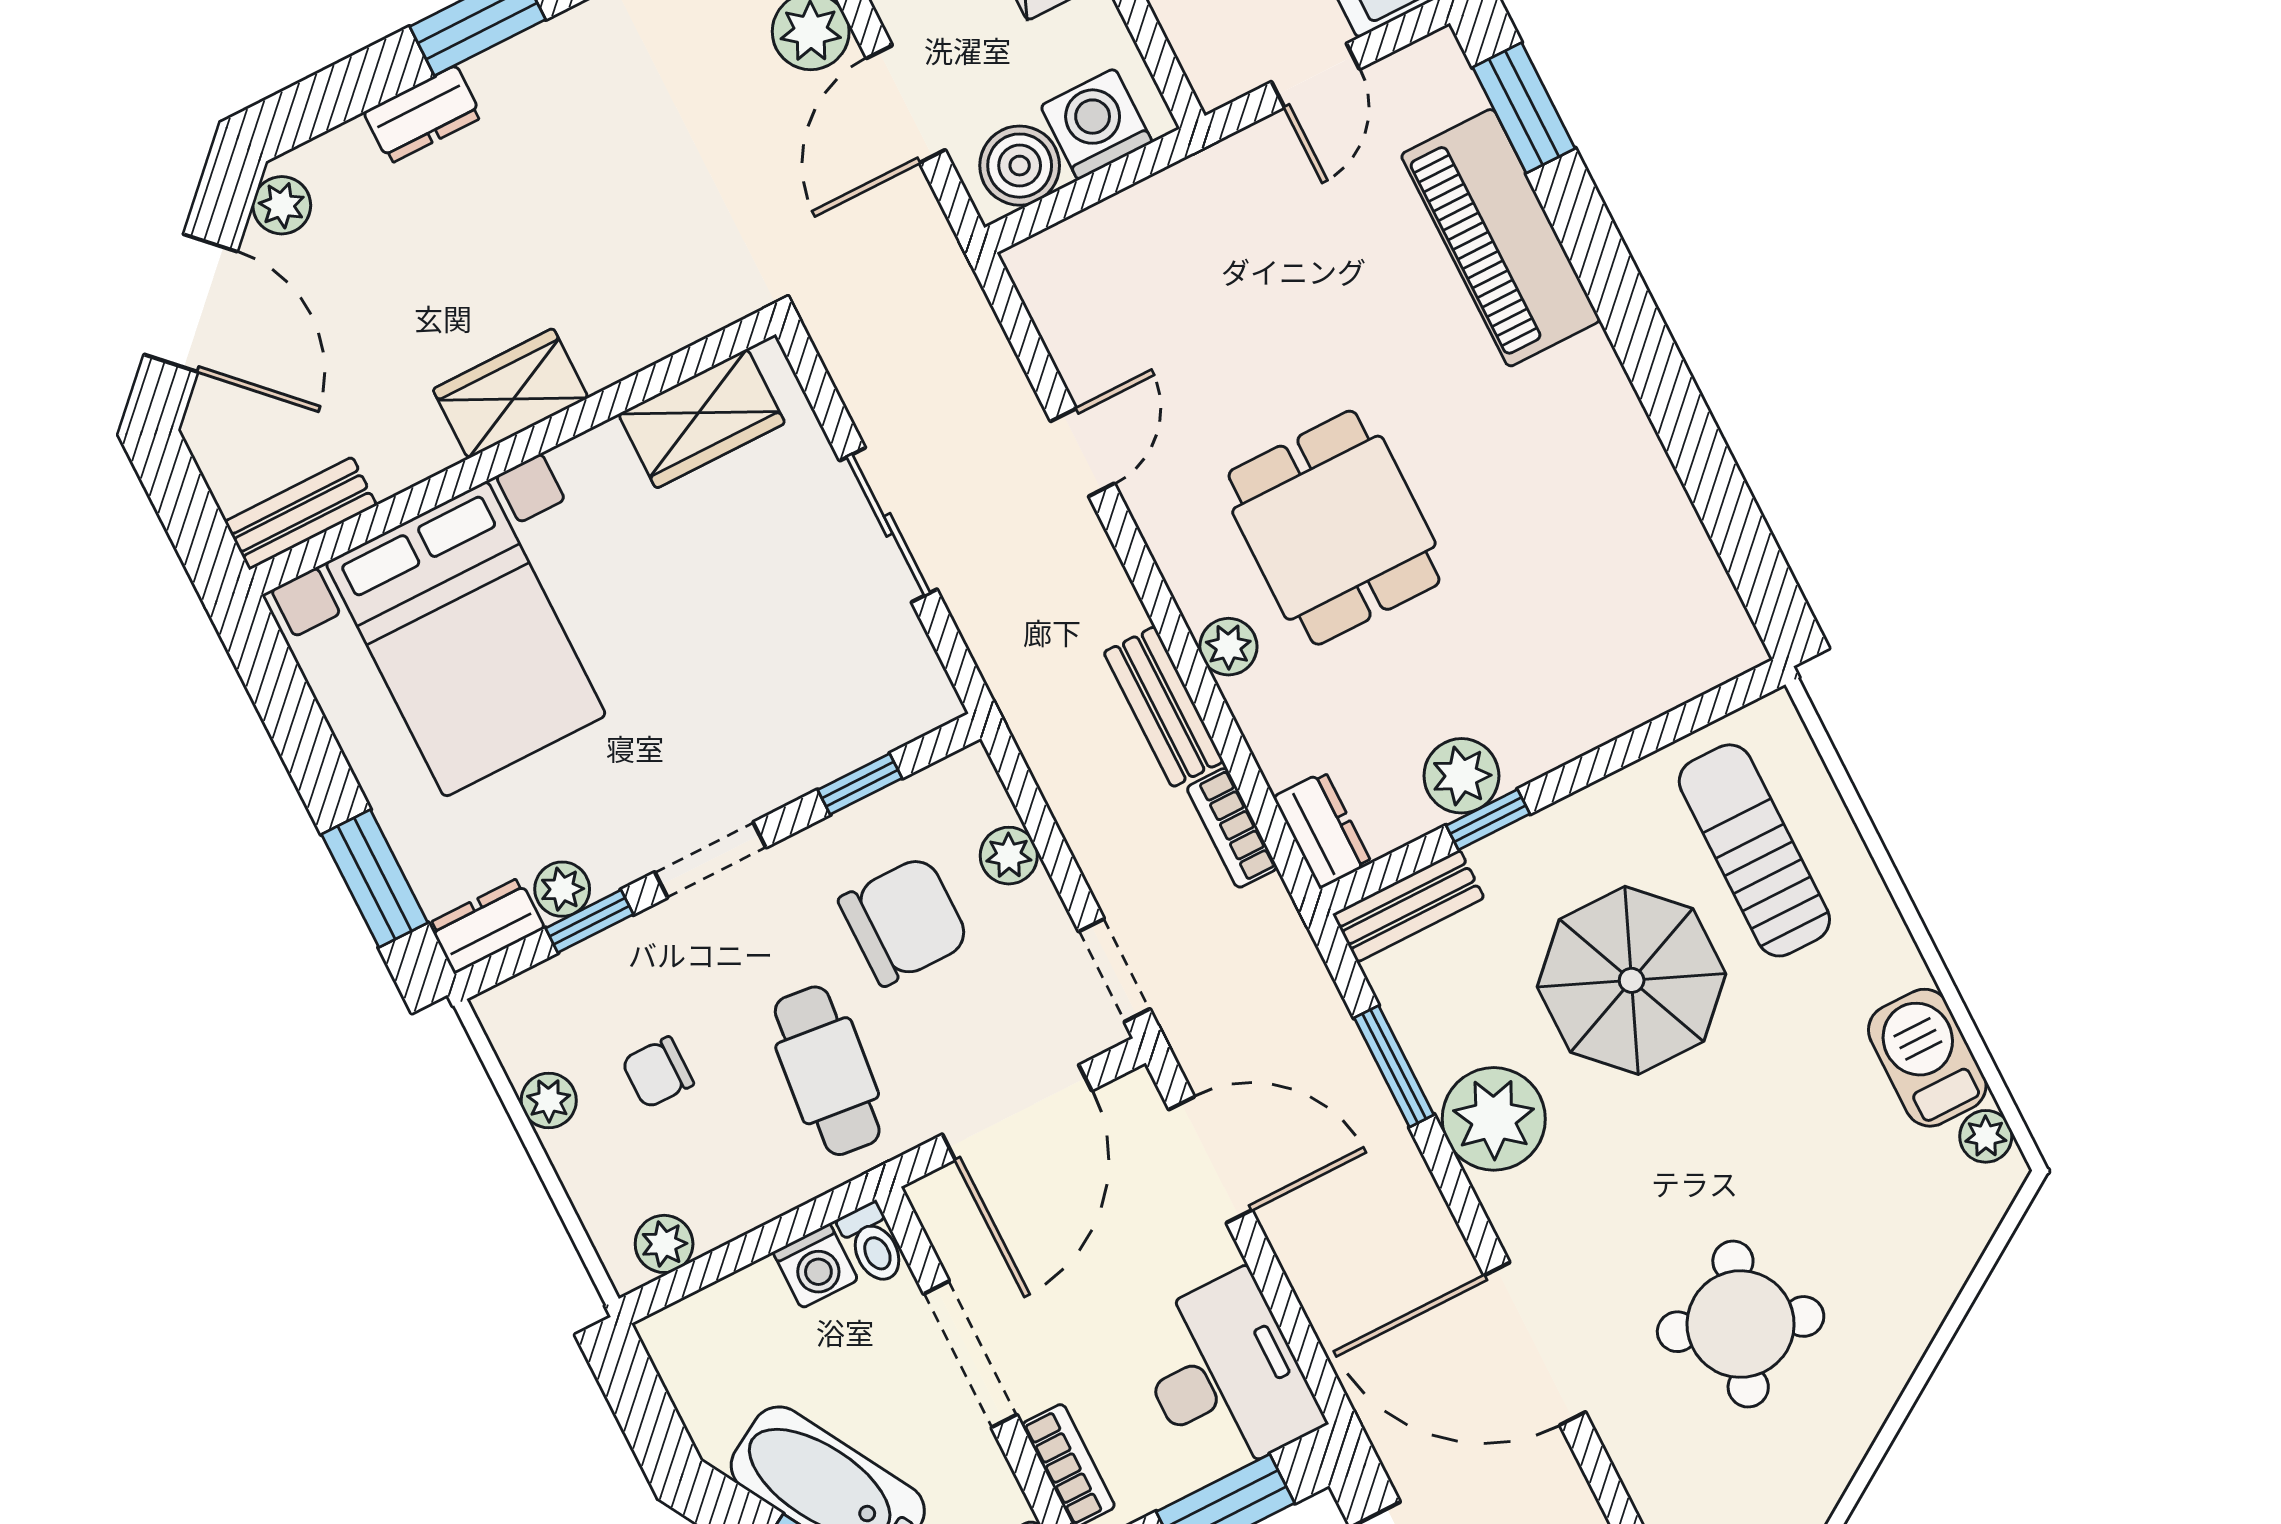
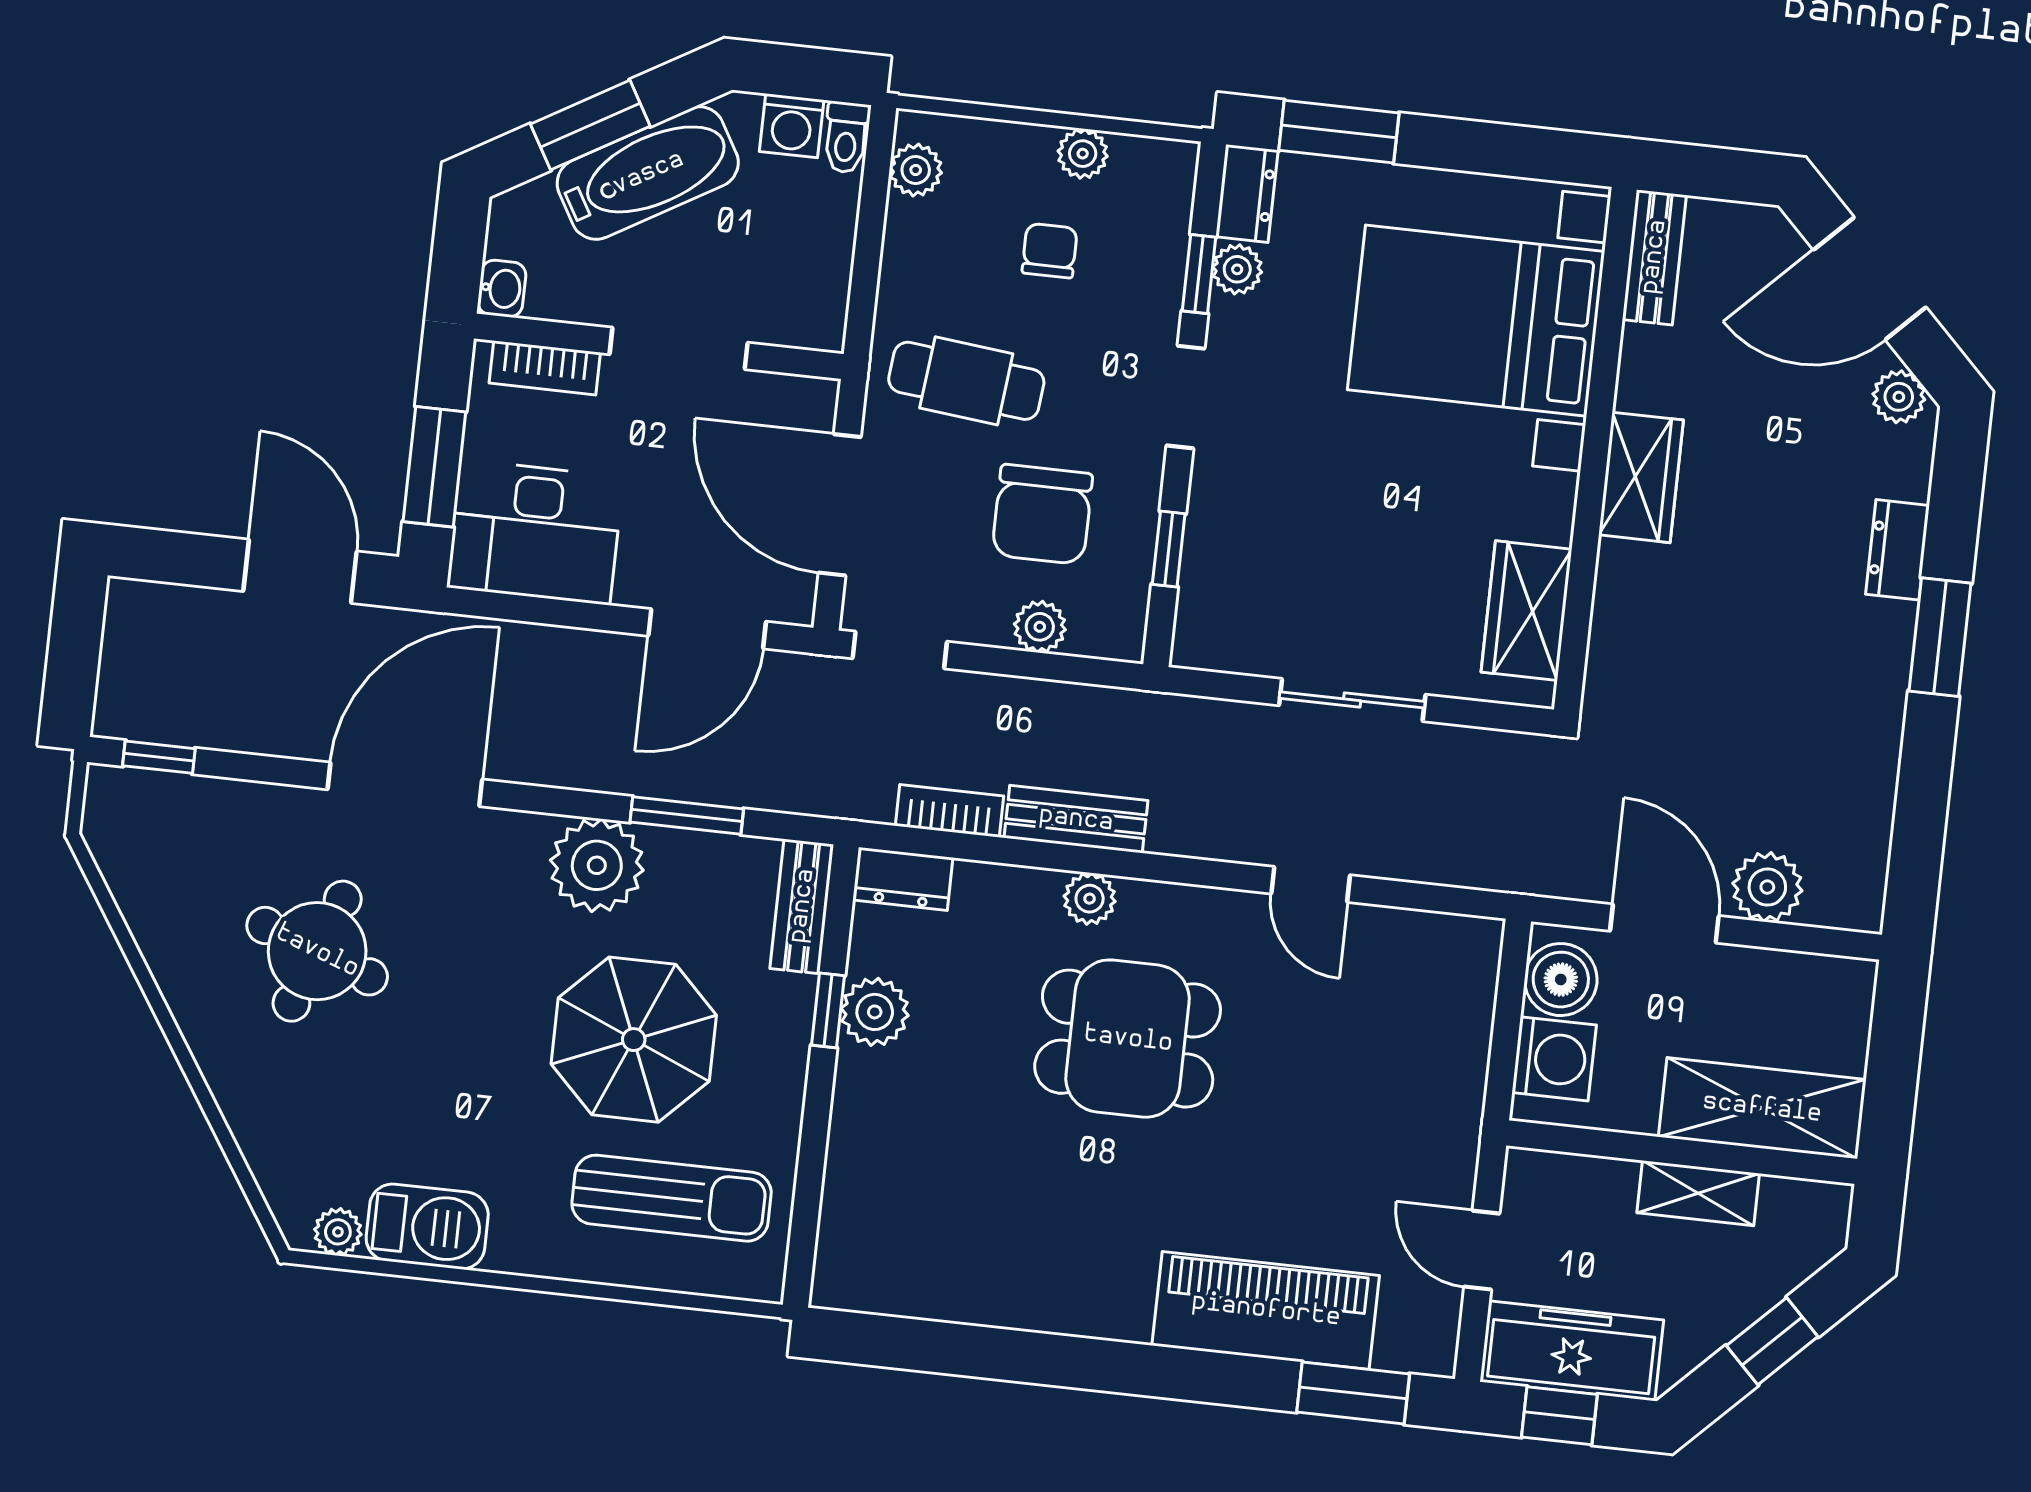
toilet: (873, 1244) -> (846, 137), moved, turned -90
washing machine: (816, 1266) -> (792, 126), moved, turned -90

